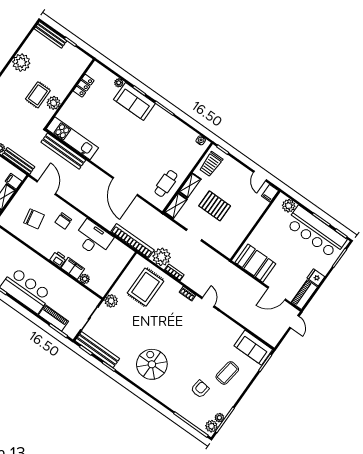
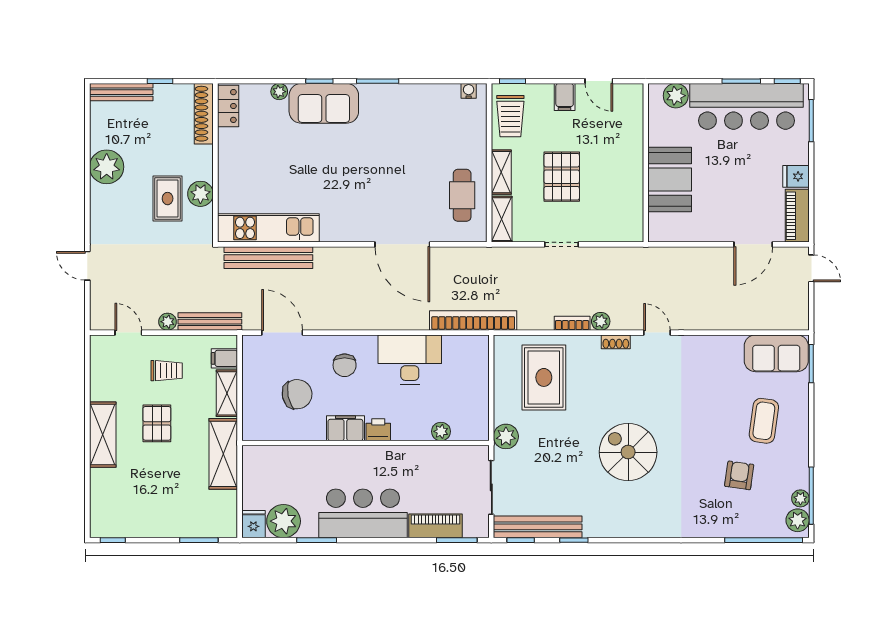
shoe rack: (79, 69) -> (204, 114), added
locker: (84, 86) -> (228, 106), moved
filing cabinet: (270, 193) -> (565, 97), moved
pallet: (215, 206) -> (562, 177), turned 90
plant: (162, 257) -> (601, 321), moved, width x0.53, depth x0.53
booth: (255, 263) -> (670, 180), moved, turned 90
filing cabinet: (73, 268) -> (345, 428), moved
spiral stairs: (152, 364) -> (628, 452), moved

